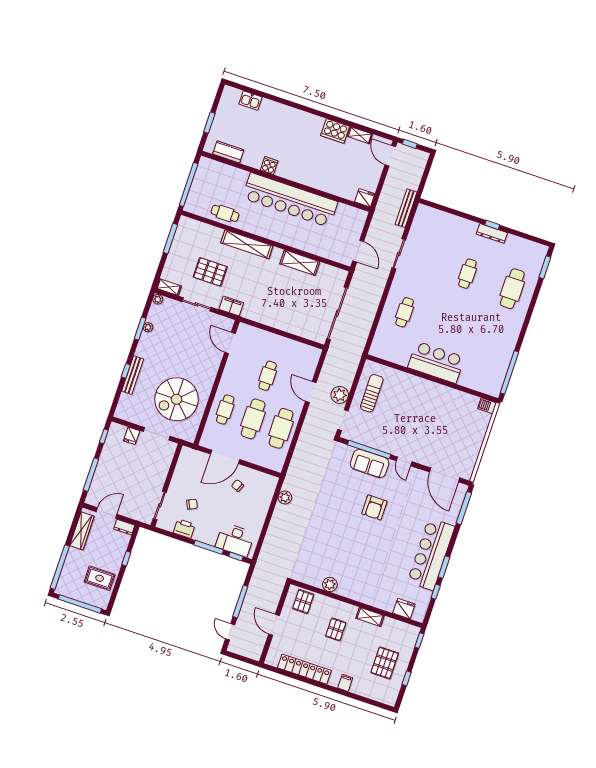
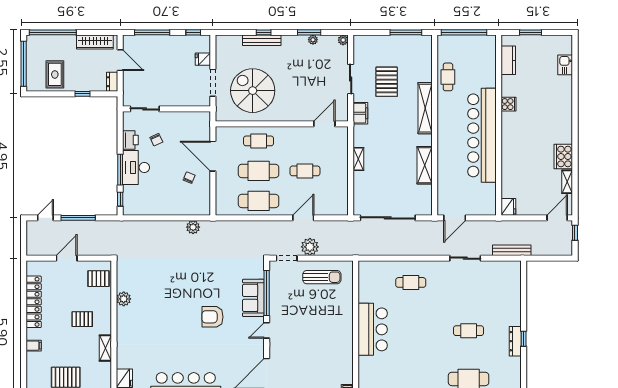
shelving: (169, 287) -> (358, 159), moved
desk: (235, 540) -> (136, 167), moved

